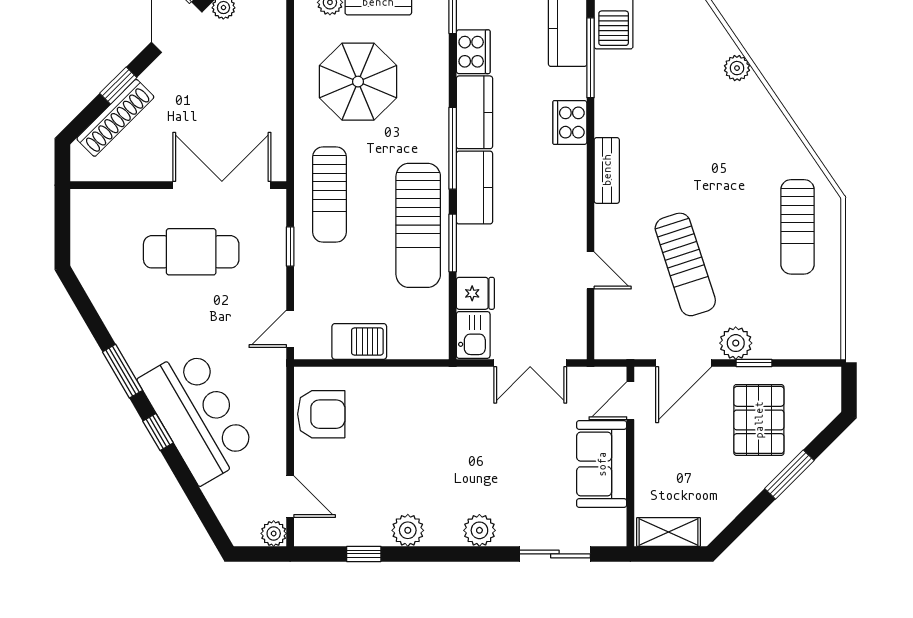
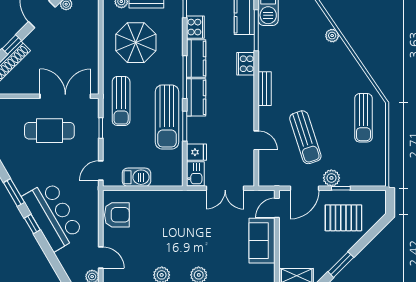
pallet: (759, 420) -> (343, 218), turned 90
window: (789, 475) -> (341, 265), moved

